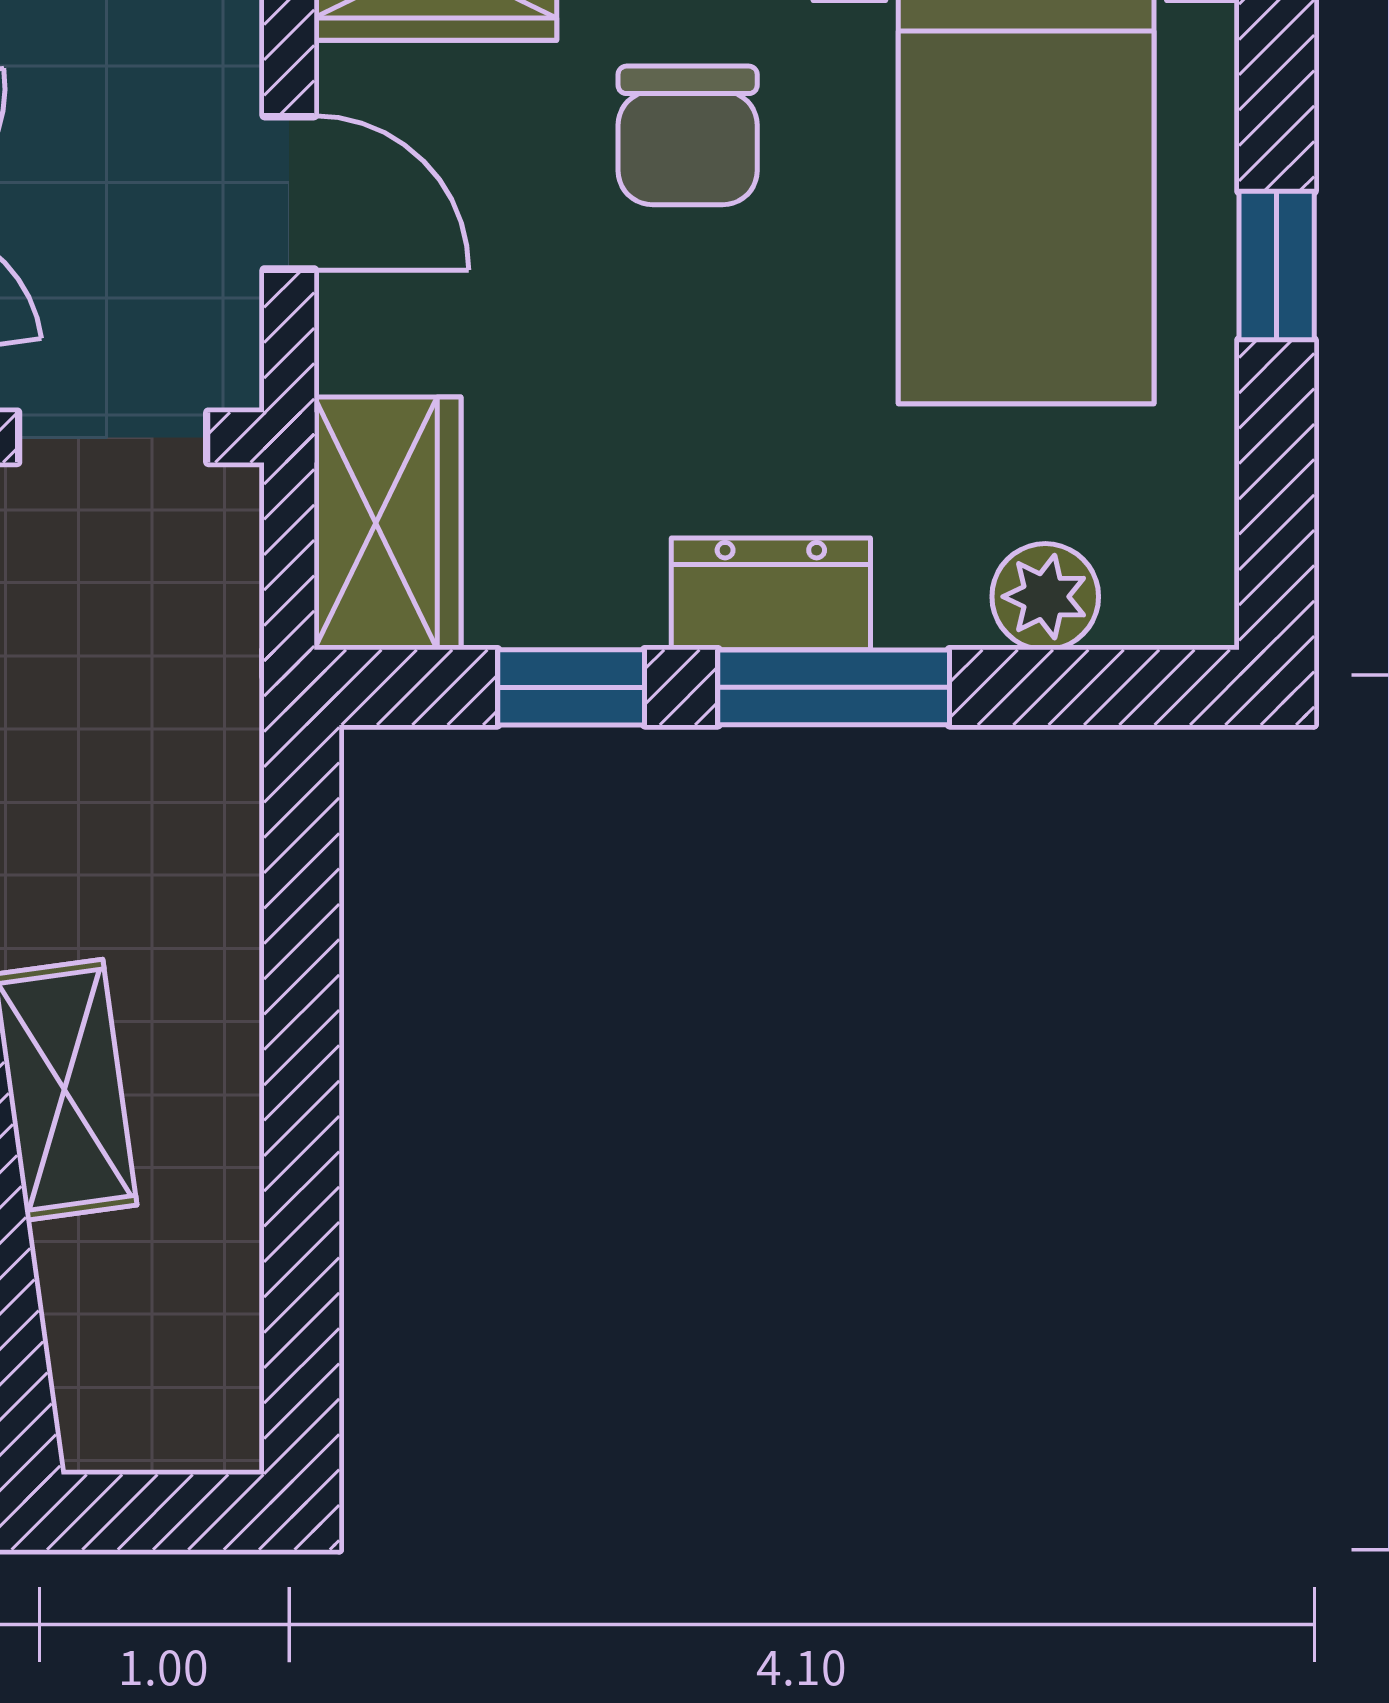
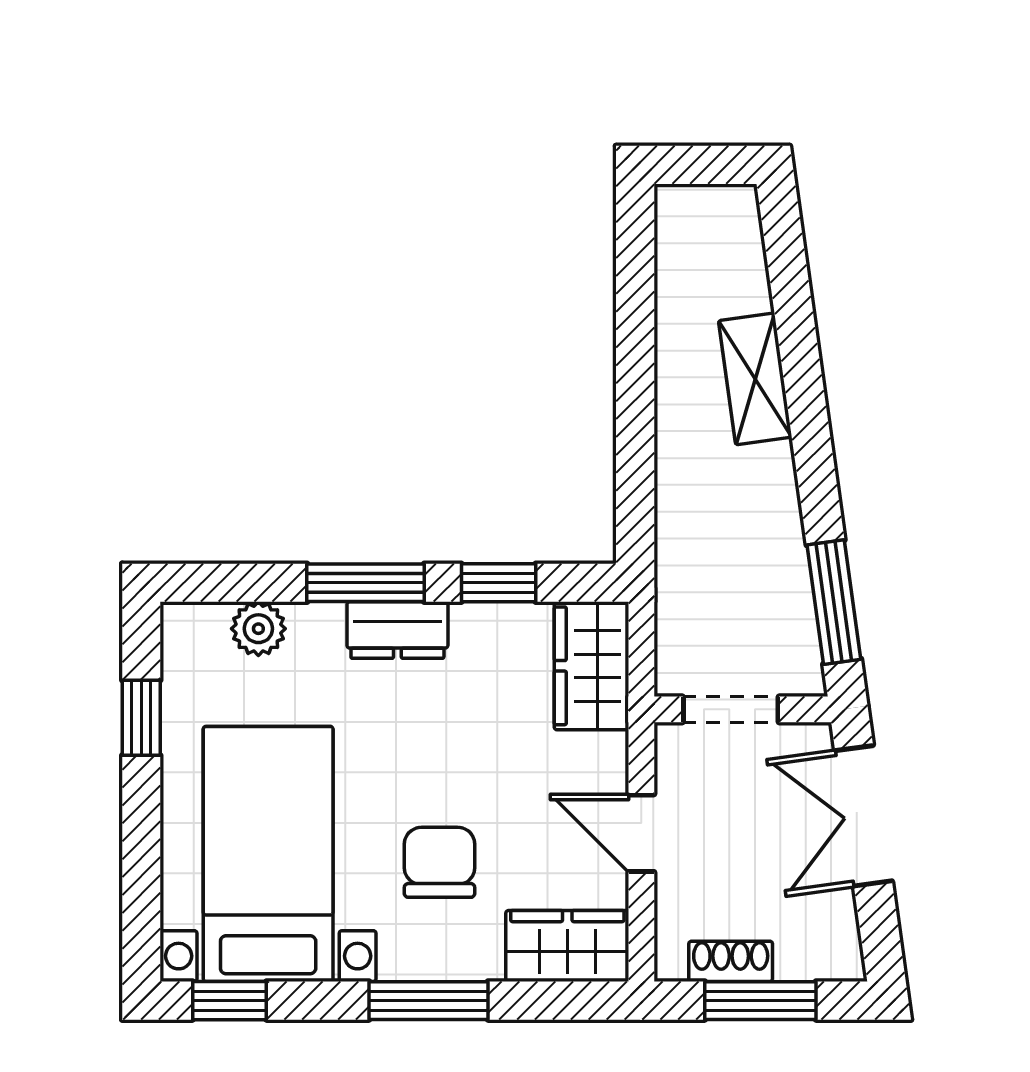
window: (1277, 266) -> (141, 718), moved

